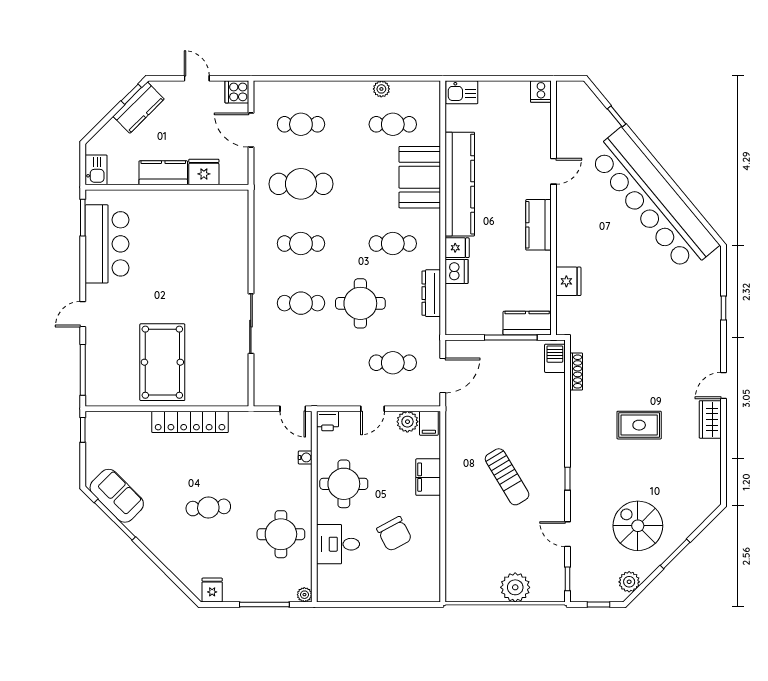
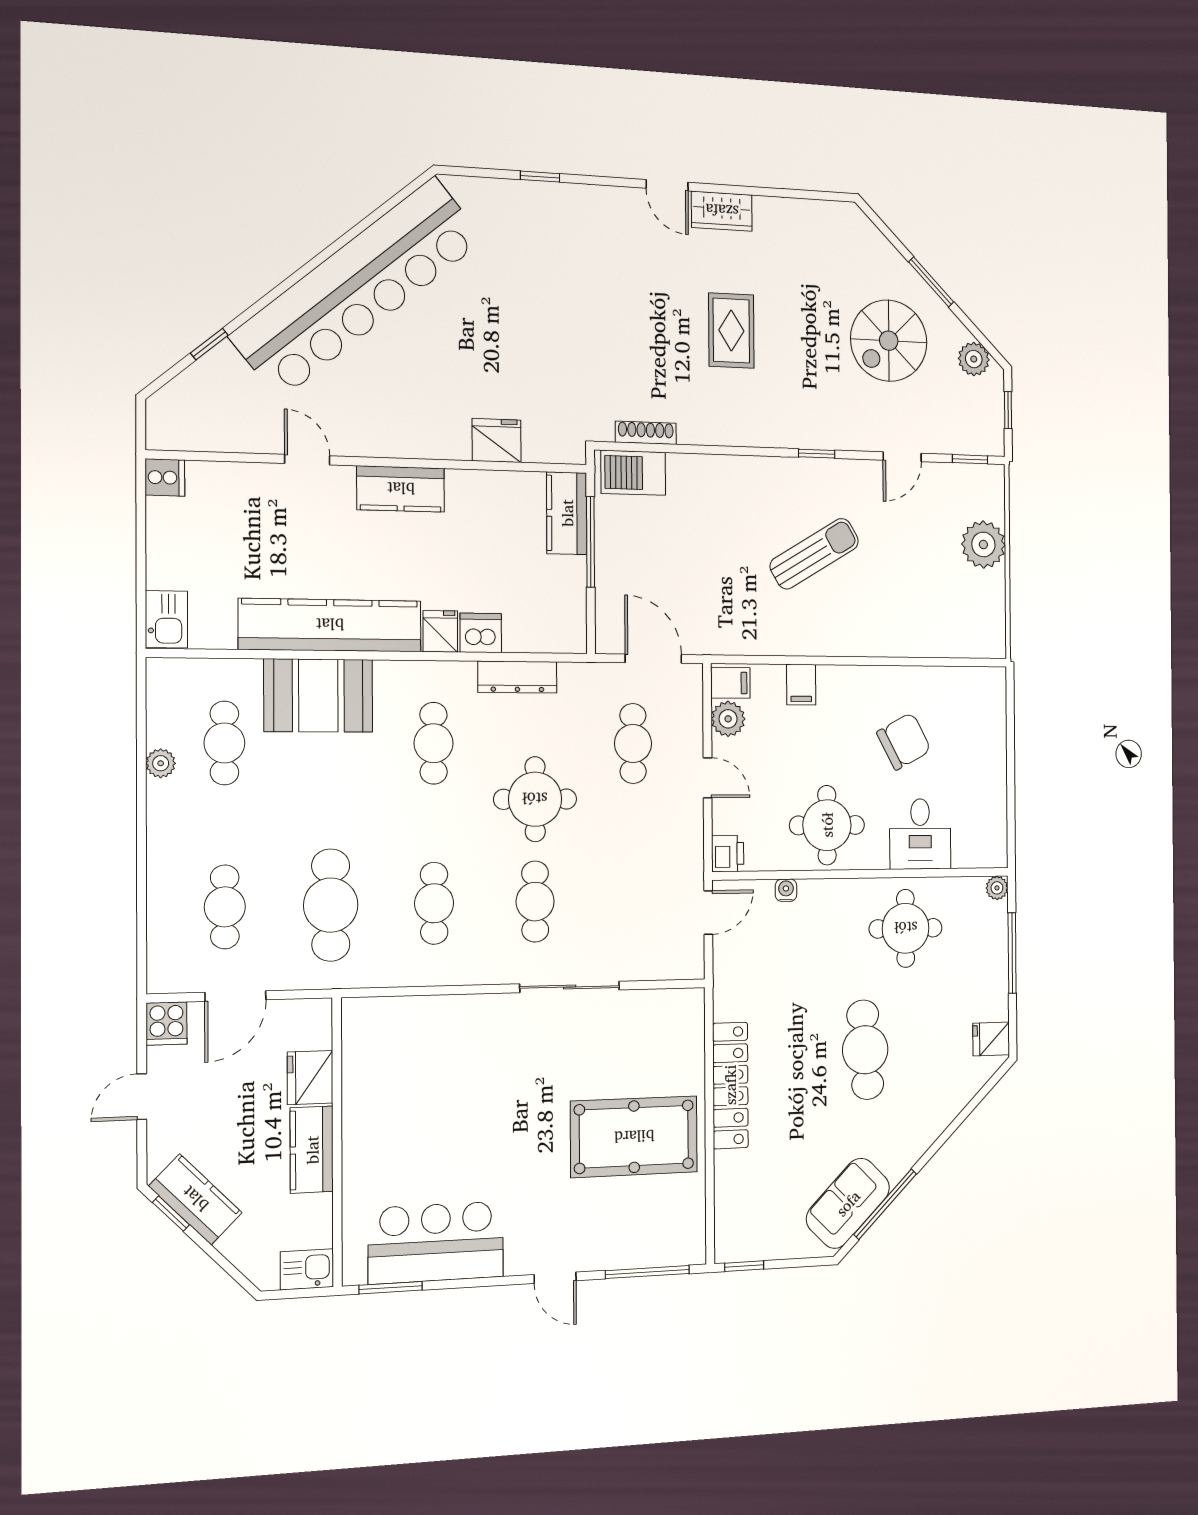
barbecue: (555, 358) -> (633, 473), width x1.38, depth x1.27
filing cabinet: (428, 477) -> (801, 685), width x0.50
cafe table: (208, 507) -> (865, 1050), width x1.37, depth x1.35

